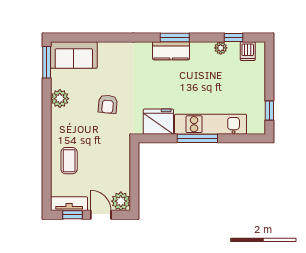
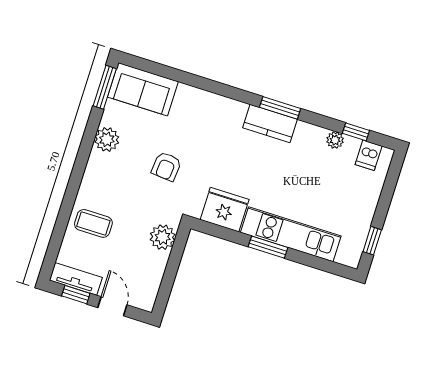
window: (197, 138) -> (268, 247), width x0.69
coffee table: (69, 161) -> (93, 223), turned 90
plant: (121, 201) -> (163, 237), moved

